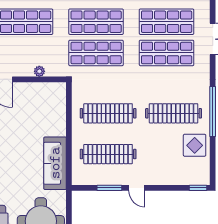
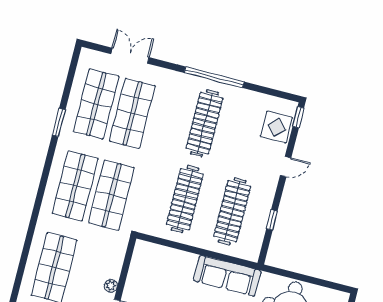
plant: (39, 71) -> (111, 286), moved
display table: (195, 145) -> (276, 127), moved
window: (109, 188) -> (272, 220), width x0.67
door: (137, 188) -> (286, 167), moved

